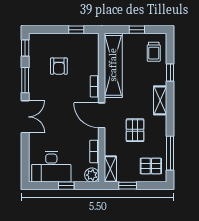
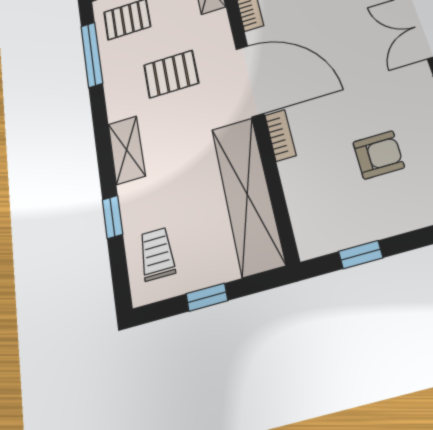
armchair: (59, 66) -> (378, 155), turned 90
door: (102, 115) -> (250, 81), width x1.36
pallet: (135, 130) -> (171, 74), turned 90

